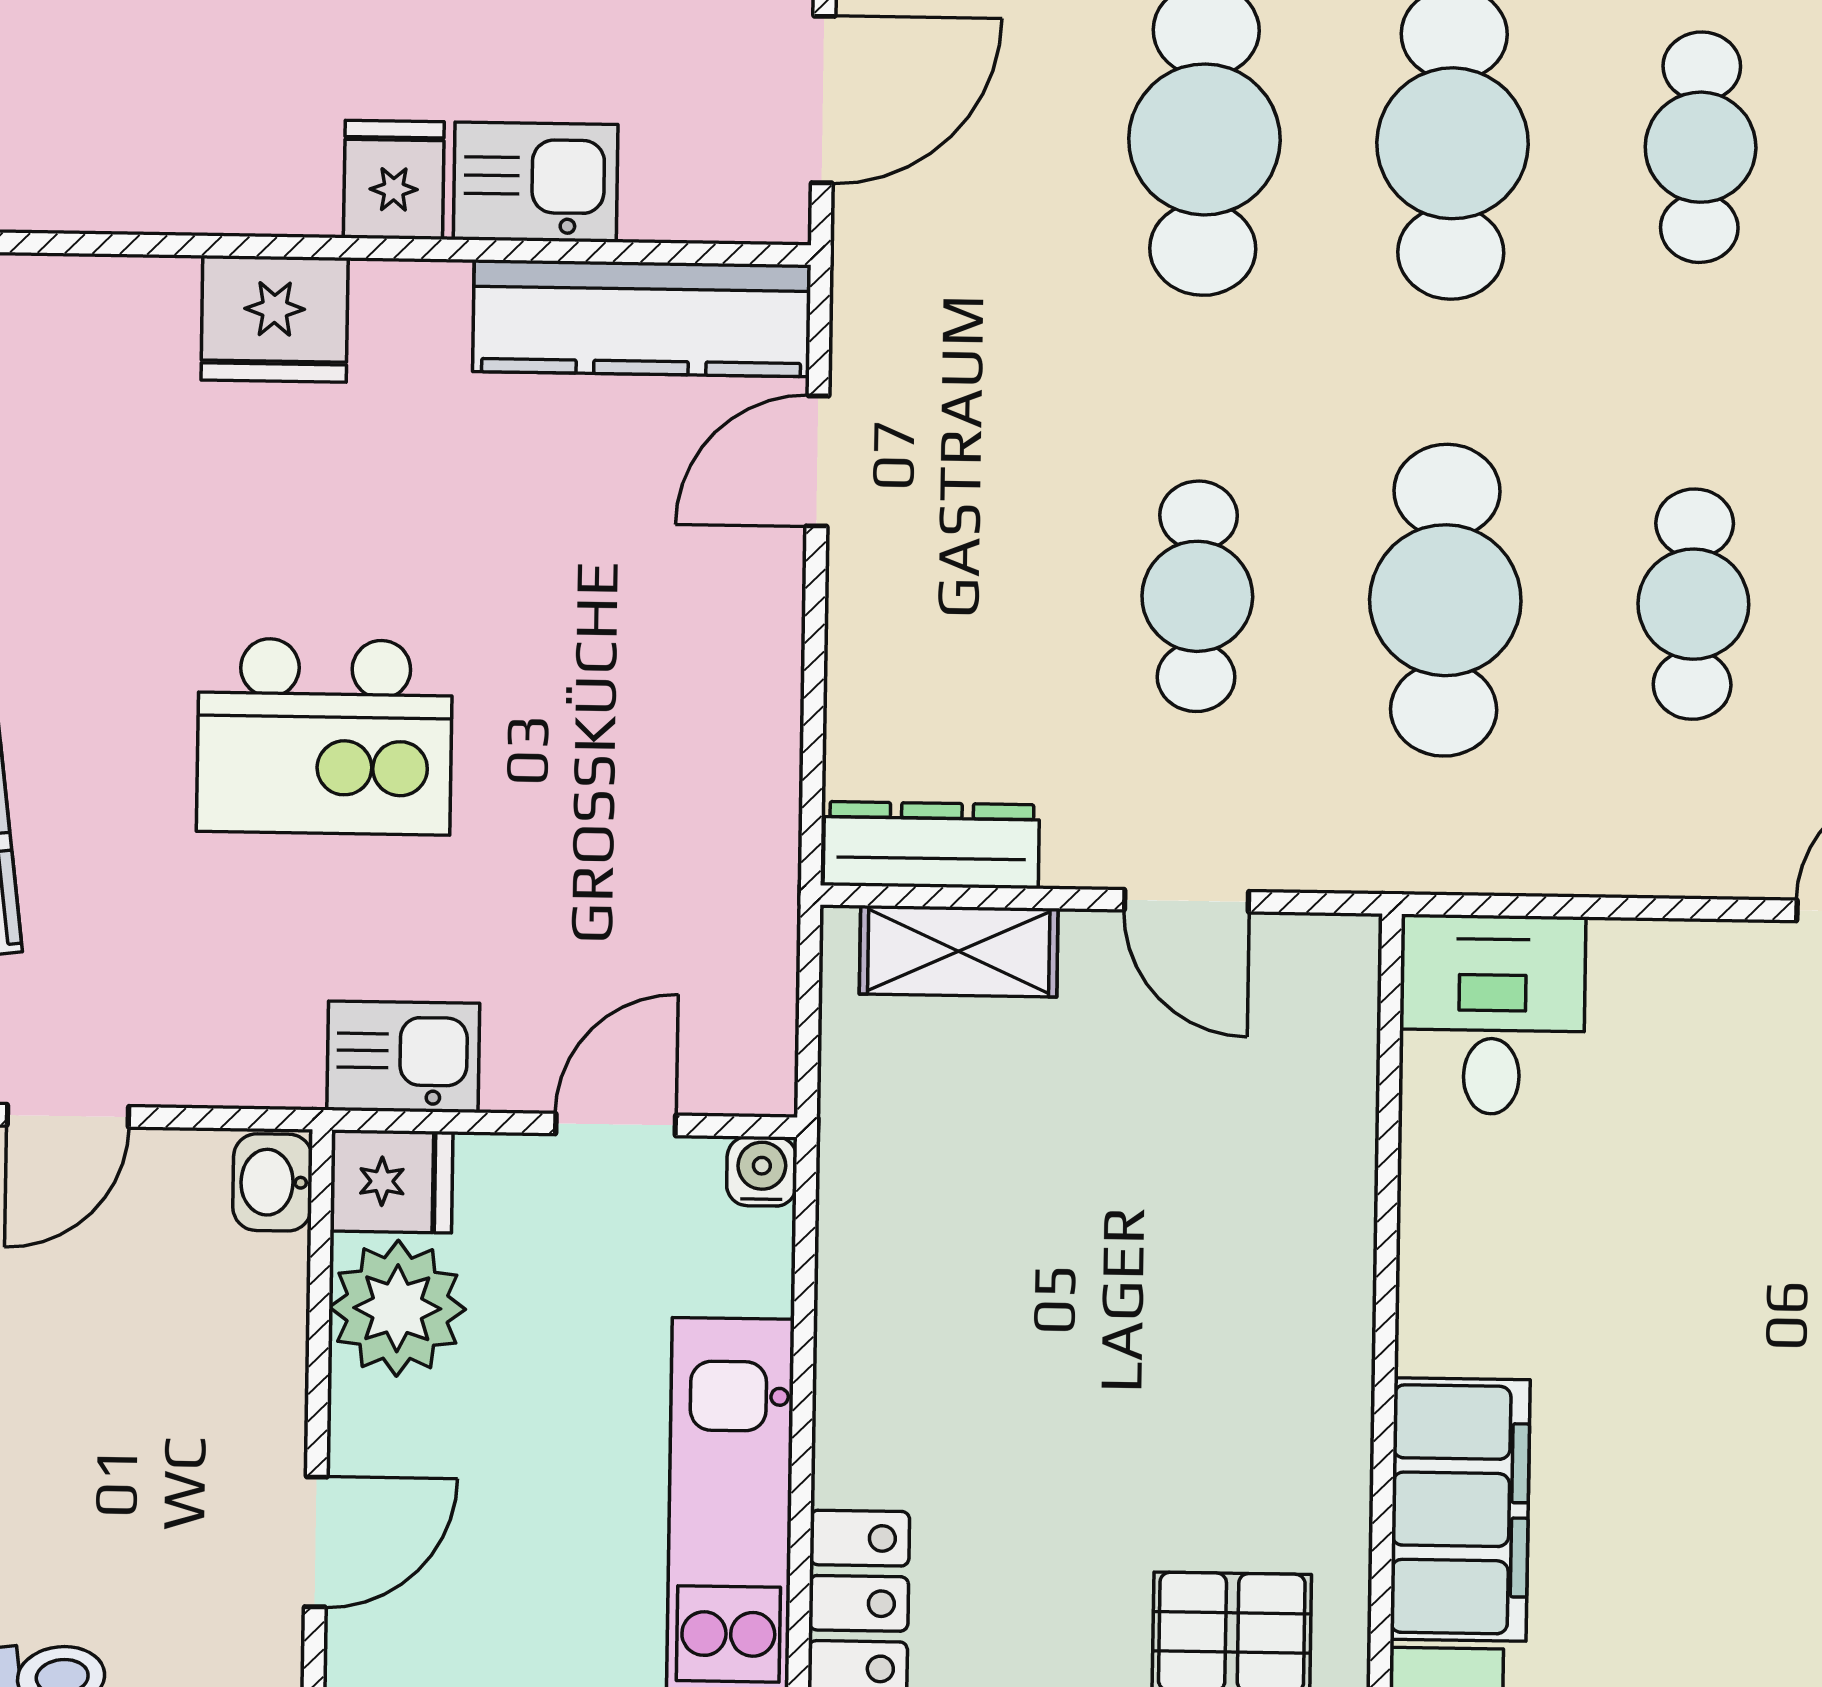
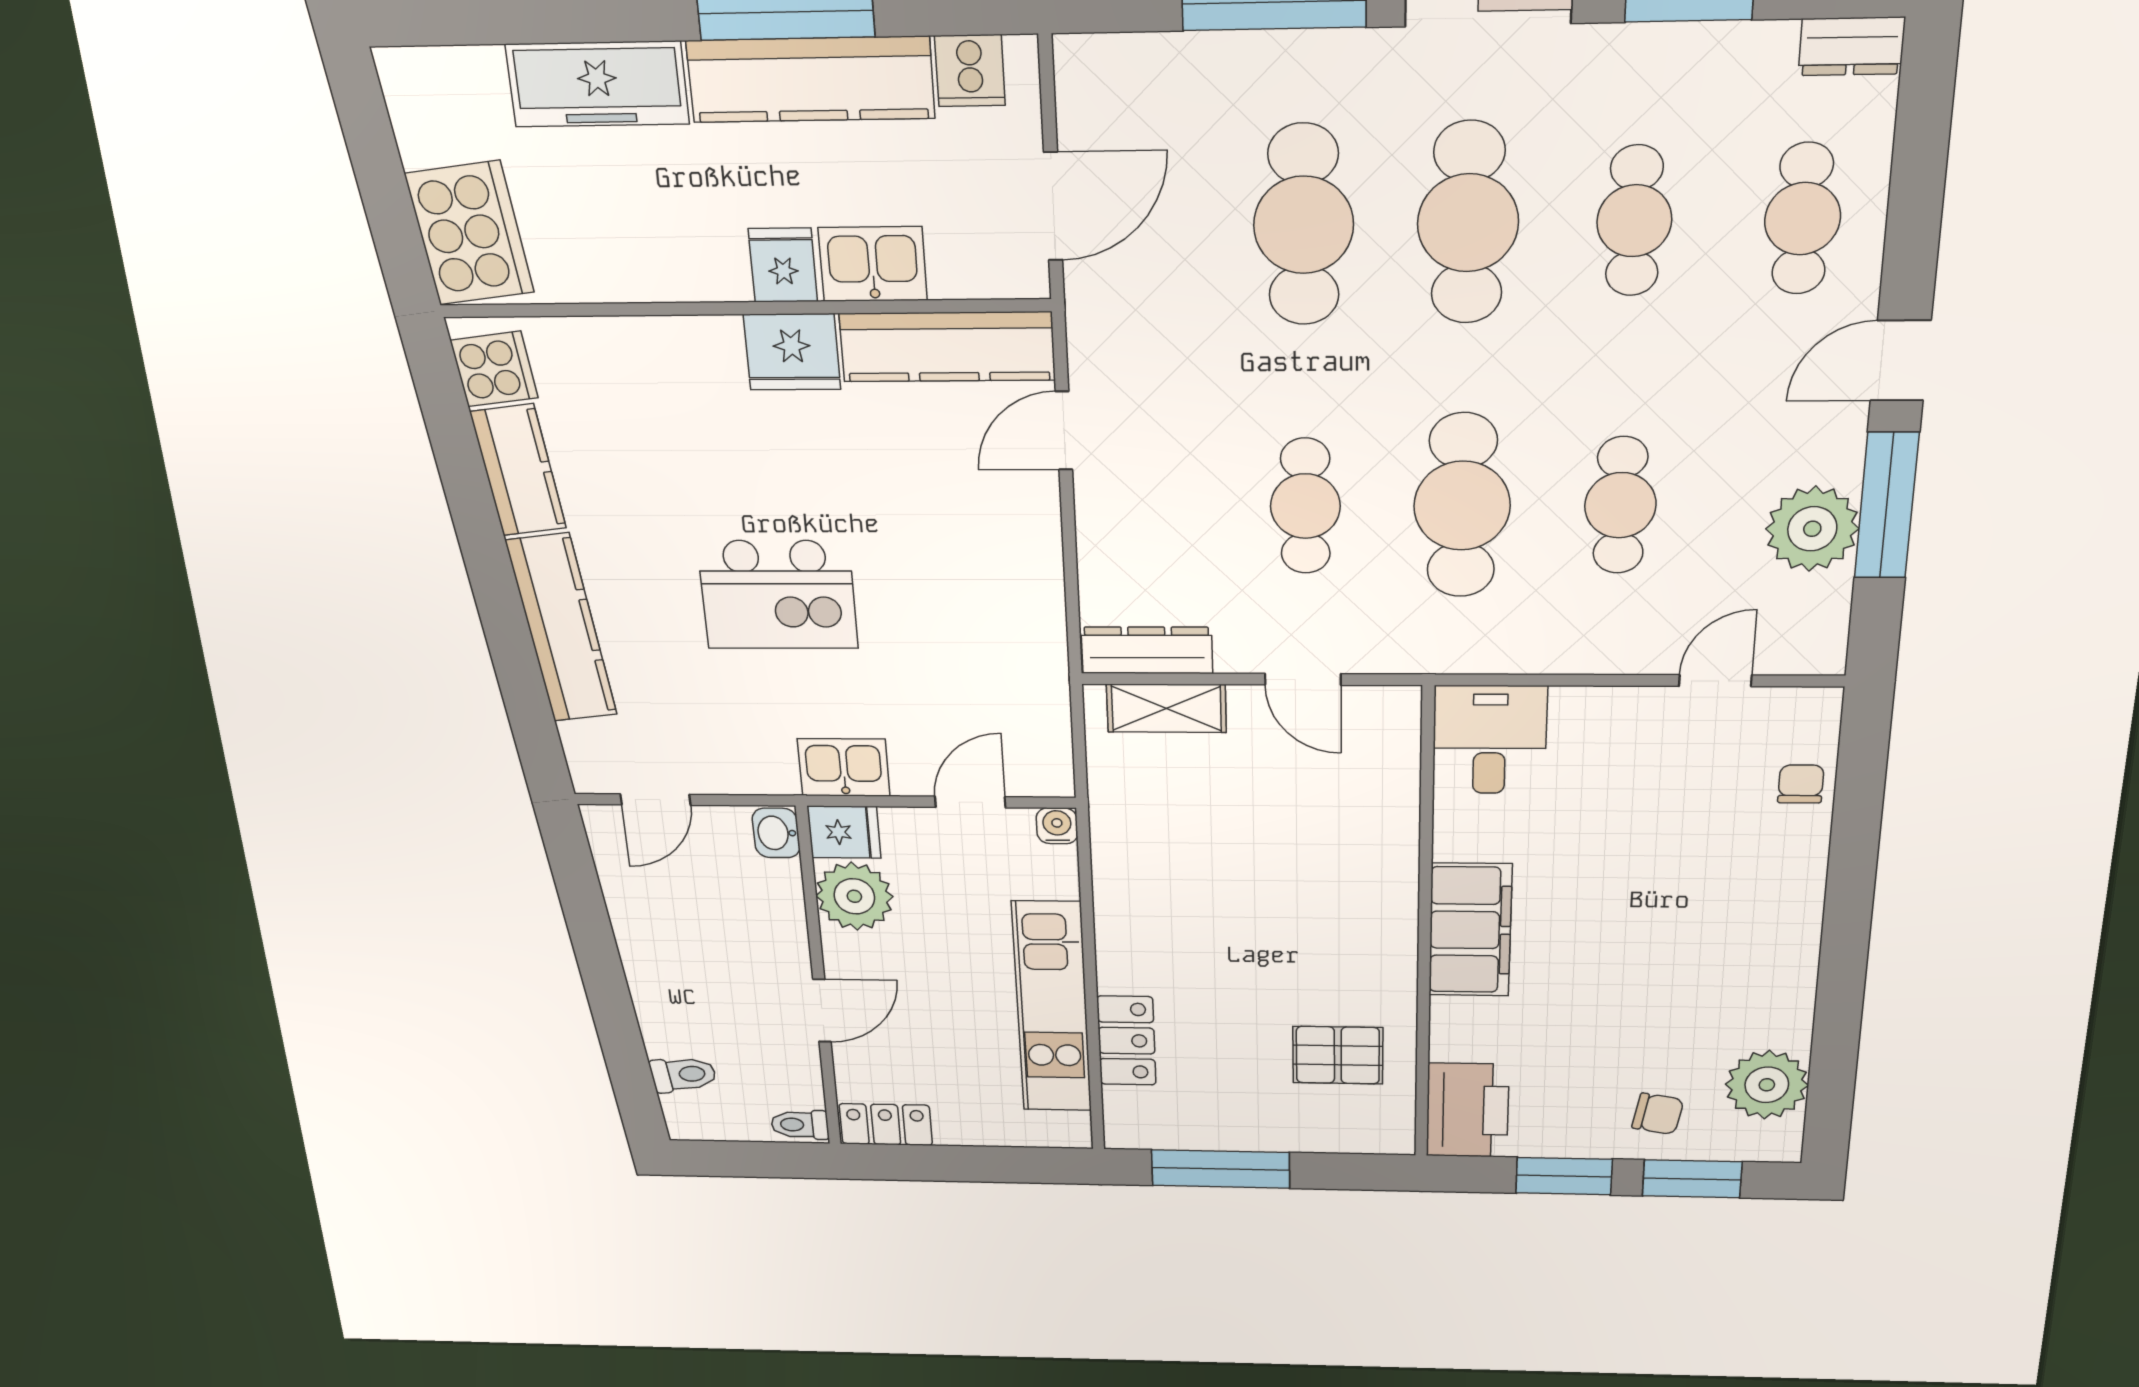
fridge: (275, 319) -> (792, 352), moved
filing cabinet: (1460, 1509) -> (1470, 930), moved

